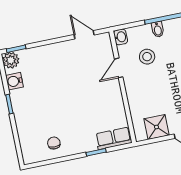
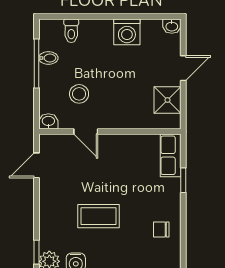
bidet: (158, 29) -> (48, 58), moved
coffee table: (54, 92) -> (98, 216), added

